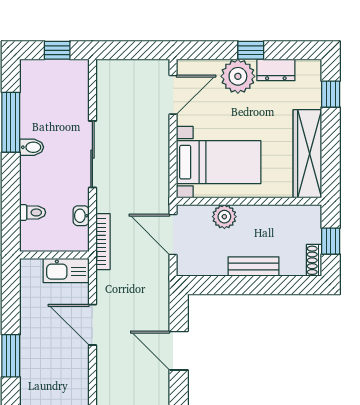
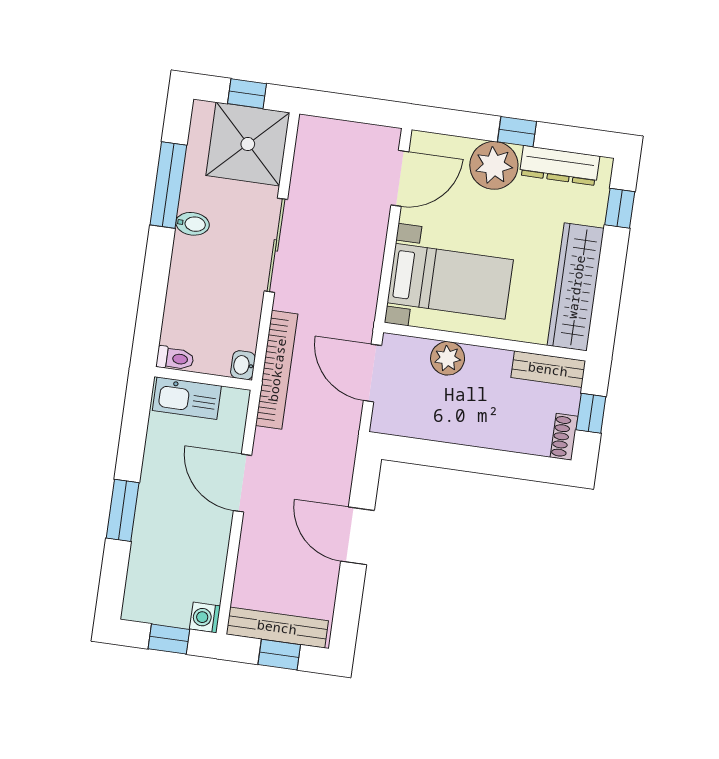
dresser: (276, 70) -> (560, 166), width x1.44
shower: (63, 86) -> (248, 144), added
toilet: (33, 212) -> (175, 358), moved
washbasin: (81, 216) -> (243, 365), moved
bookcase: (103, 242) -> (277, 370), width x1.48, depth x1.31
bench: (254, 266) -> (548, 369), moved
kitchen sink: (66, 270) -> (187, 398), moved

